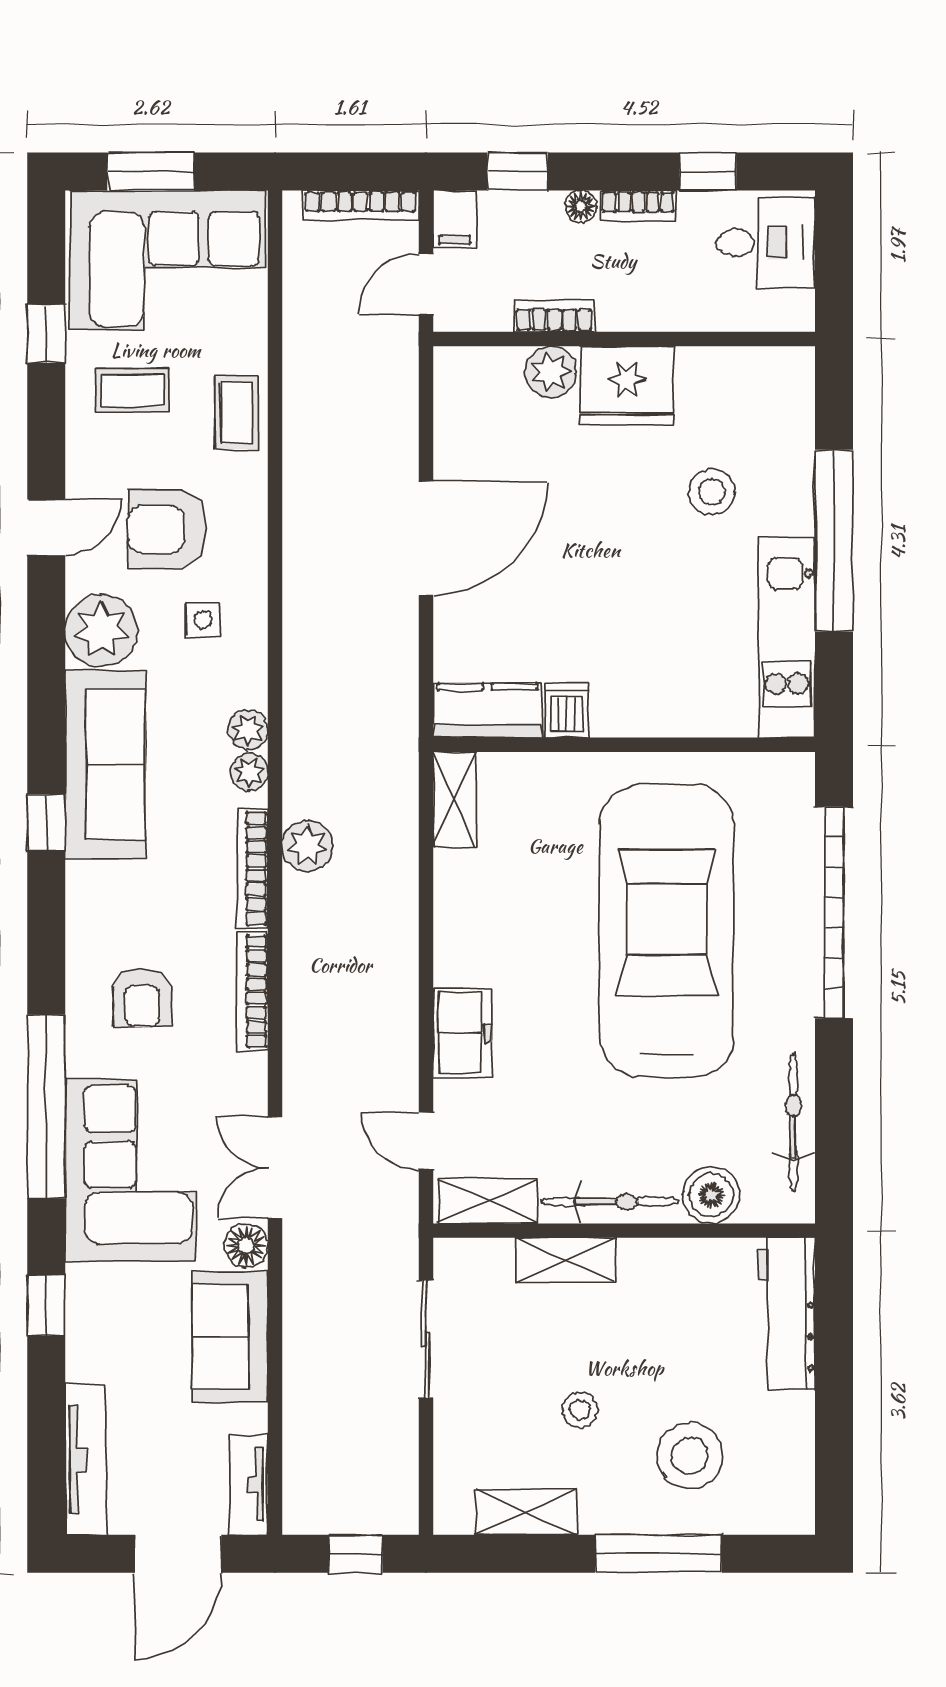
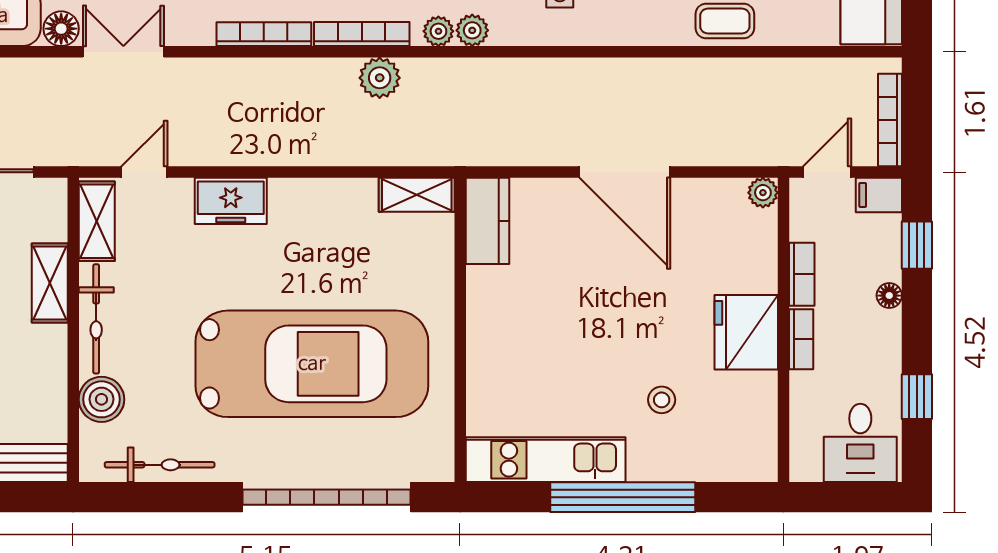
bookcase: (638, 206) -> (801, 339), moved, turned 180
door: (426, 284) -> (827, 172), hinge flipped
plant: (551, 372) -> (763, 193), moved, width x0.73, depth x0.73
stool: (712, 492) -> (662, 400), width x0.73, depth x0.73
dishwasher: (567, 710) -> (488, 284), removed

